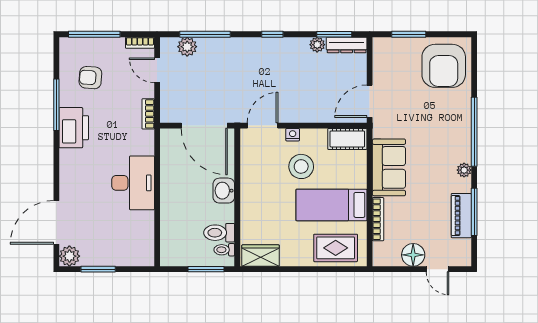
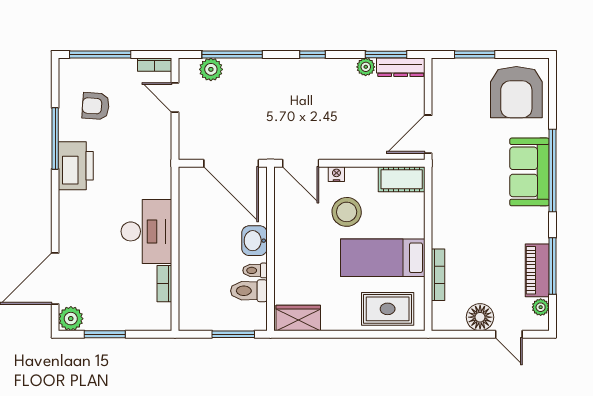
bookcase: (148, 114) -> (164, 284), moved
door: (263, 126) -> (301, 163), swing flipped
sofa: (389, 167) -> (529, 172), moved, turned 180
plant: (464, 170) -> (541, 307), moved
toilet: (224, 250) -> (255, 270), moved

